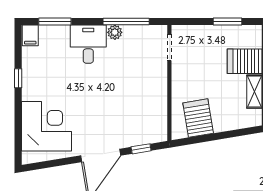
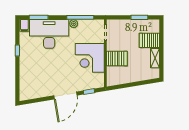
desk: (88, 44) -> (49, 34), width x1.87, depth x1.30
server rack: (198, 118) -> (117, 59), moved, turned 99
corner desk: (46, 126) -> (90, 58), moved, turned 180

